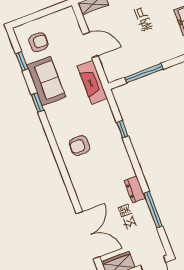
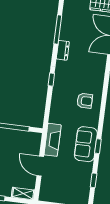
armchair: (38, 42) -> (75, 187), removed
sofa: (46, 81) -> (86, 144), moved
window: (122, 129) -> (51, 80), moved

